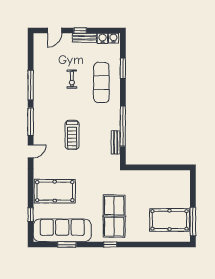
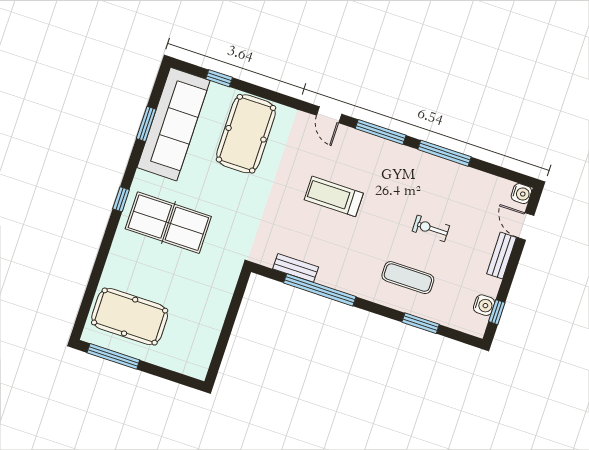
window: (80, 30) -> (497, 312), moved
bench: (84, 38) -> (501, 256), moved
water cooler: (113, 38) -> (521, 194), moved
exercise mat: (101, 83) -> (408, 278), width x0.73, depth x0.69
pool table: (169, 220) -> (130, 317), turned 90

